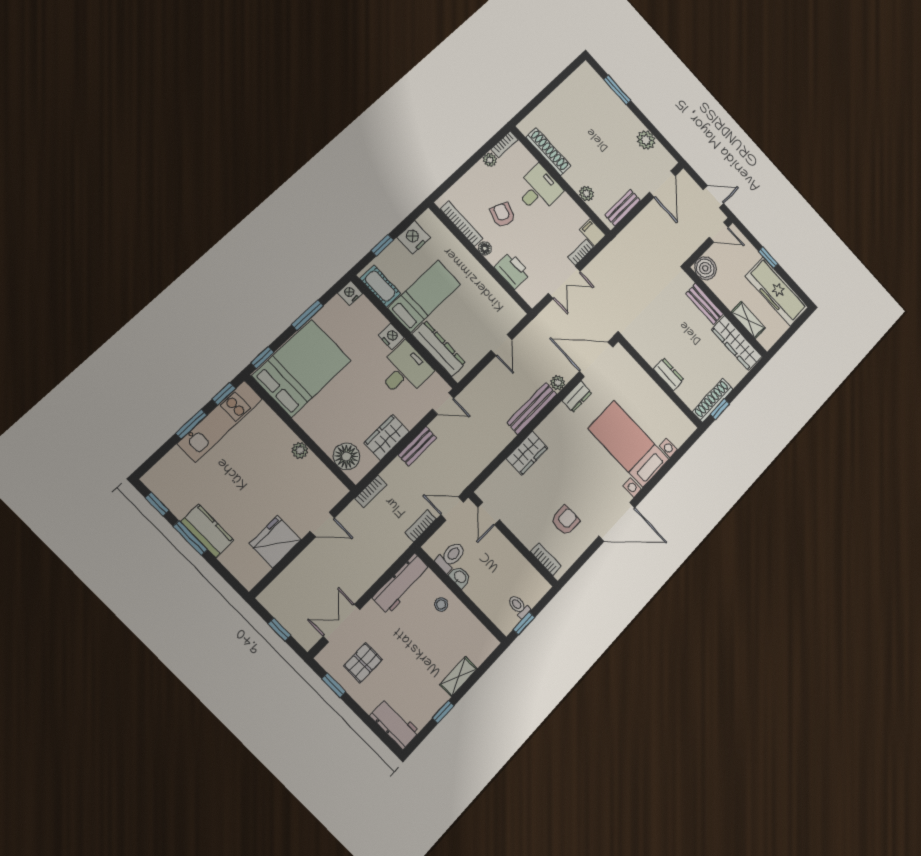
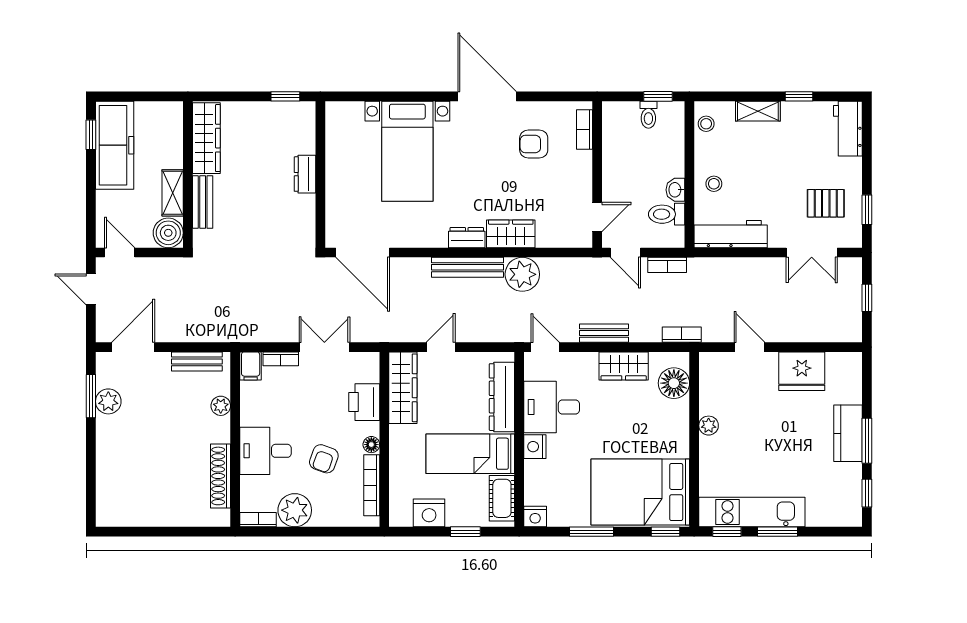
window: (617, 90) -> (91, 396), moved
plant: (490, 160) -> (295, 510), width x1.88, depth x1.88
window: (768, 258) -> (91, 135), moved
wardrobe: (499, 300) -> (403, 388), added
shelving: (748, 320) -> (173, 193), moved
plant: (558, 383) -> (522, 274), moved, width x1.88, depth x1.88
dresser: (577, 397) -> (467, 238), moved
shoe rack: (713, 400) -> (285, 111), removed
stool: (481, 636) -> (706, 124), added

